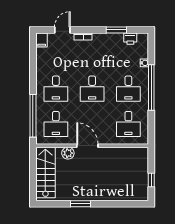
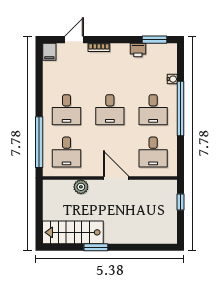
window: (116, 30) -> (155, 40), moved
printer: (130, 39) -> (138, 50), moved
door: (87, 146) -> (116, 178), moved
stairs: (45, 172) -> (73, 232), moved, turned -90
window: (151, 180) -> (181, 202), moved

